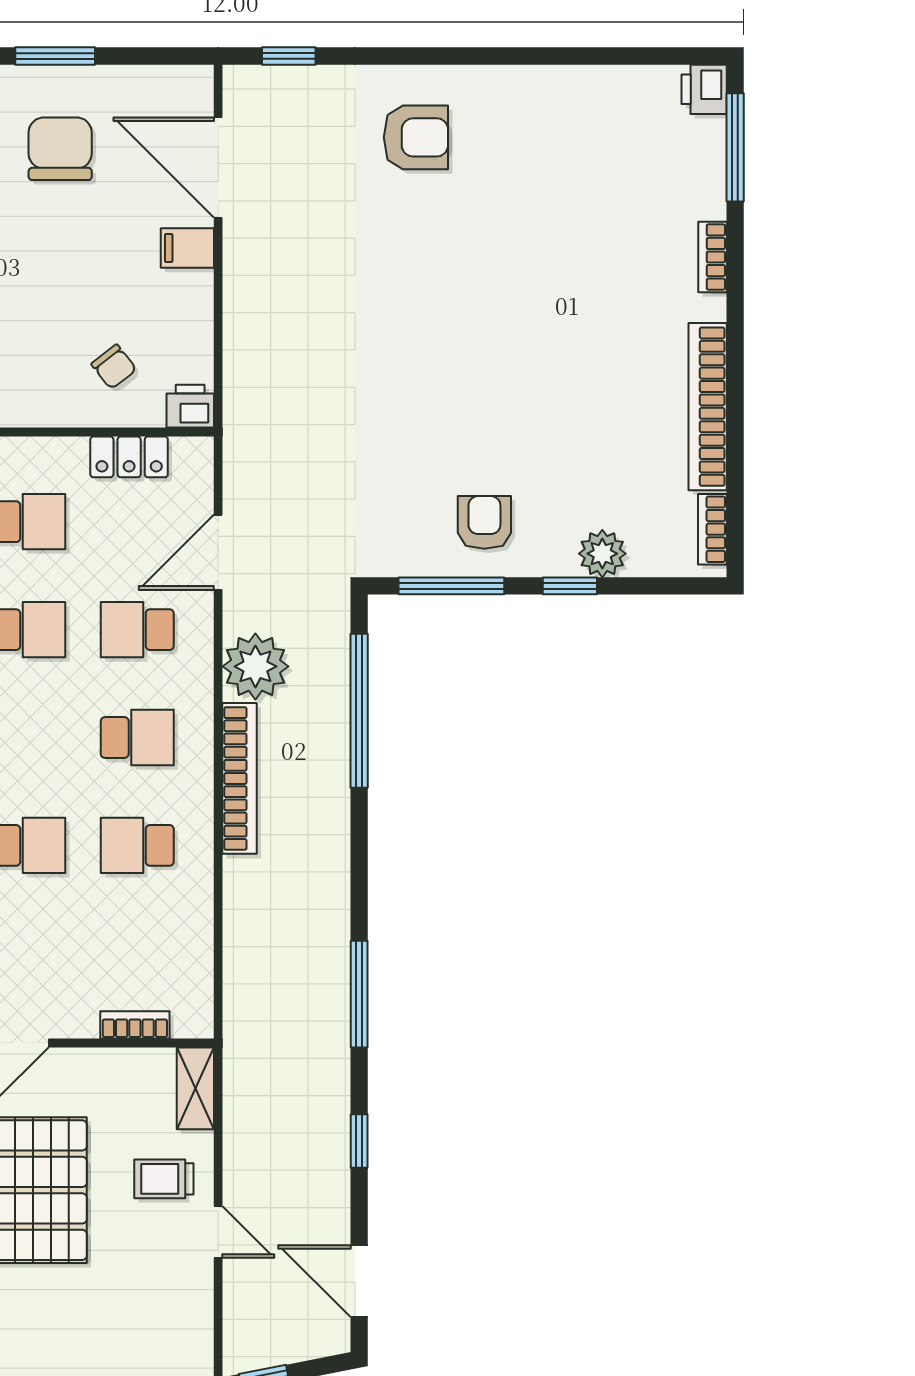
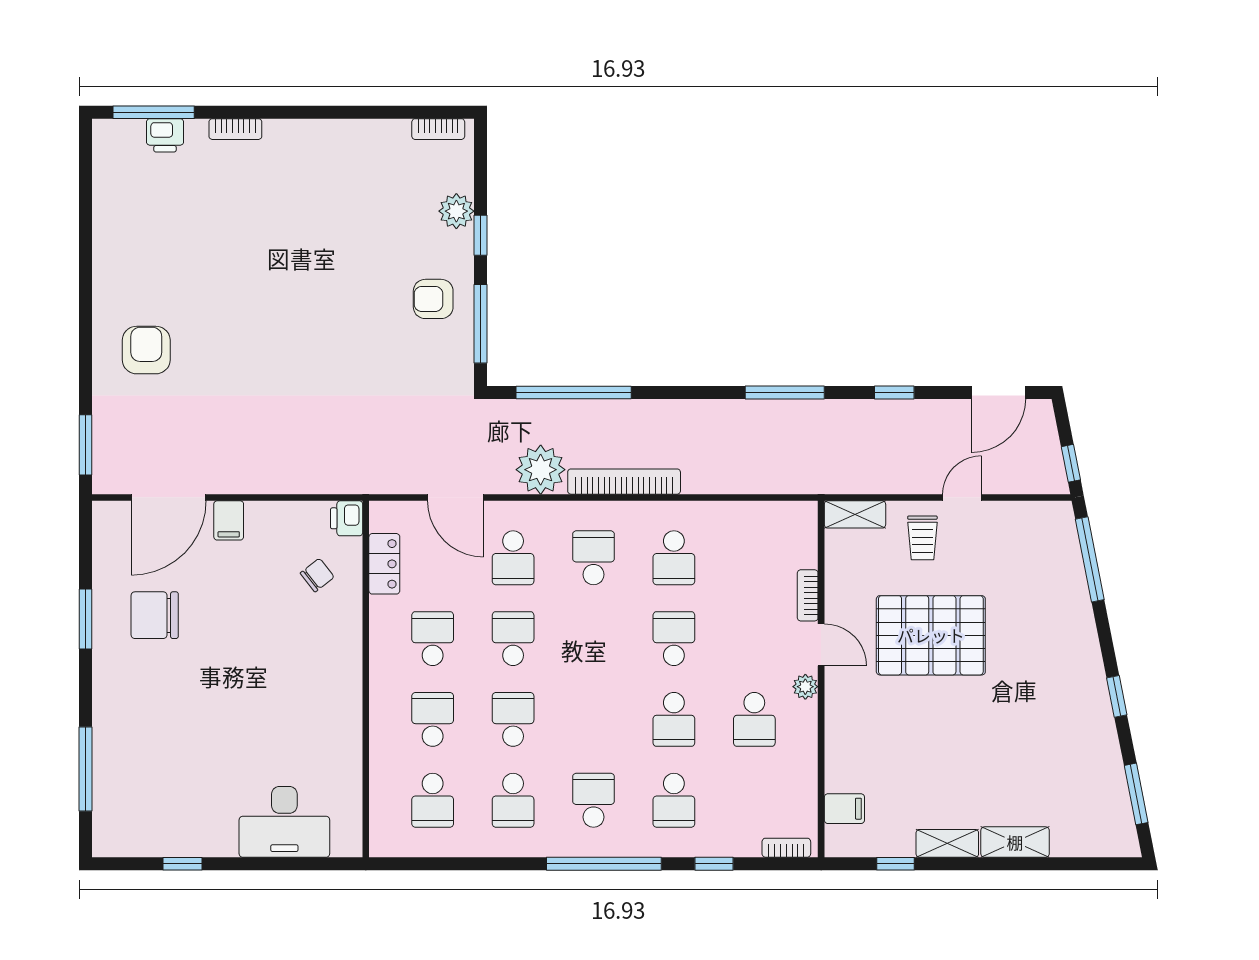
window: (289, 56) -> (86, 445), width x1.50
printer: (704, 89) -> (165, 135), moved
bookcase: (708, 407) -> (347, 133), removed
bookcase: (135, 1025) -> (808, 595), moved

